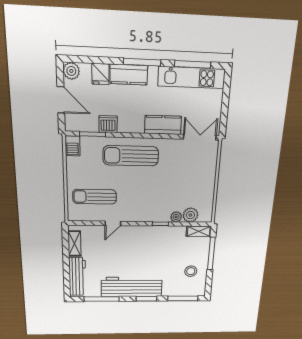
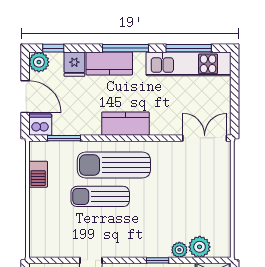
window: (83, 59) -> (53, 48), added
dishwasher: (108, 124) -> (40, 125), moved
kitchen counter: (163, 125) -> (125, 124), moved
barbecue: (72, 146) -> (38, 174), moved
sun lounger: (95, 197) -> (100, 196), moved

